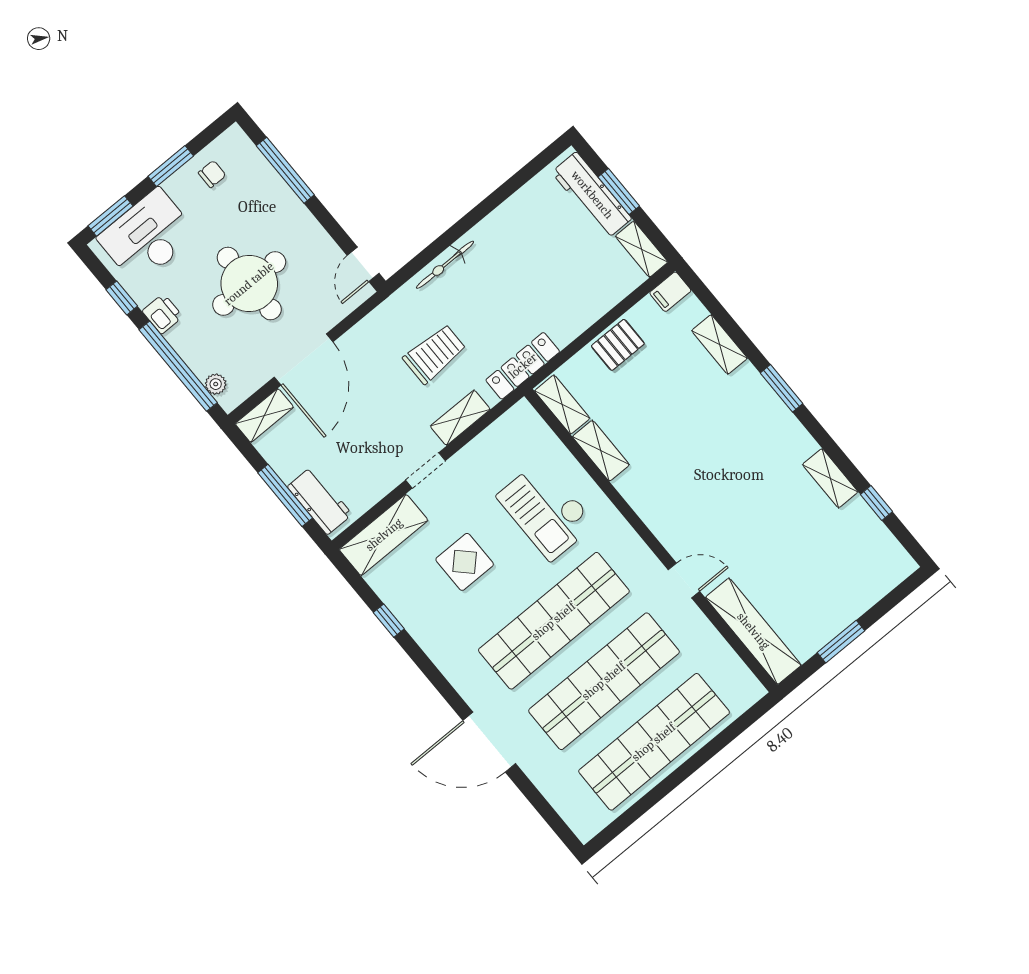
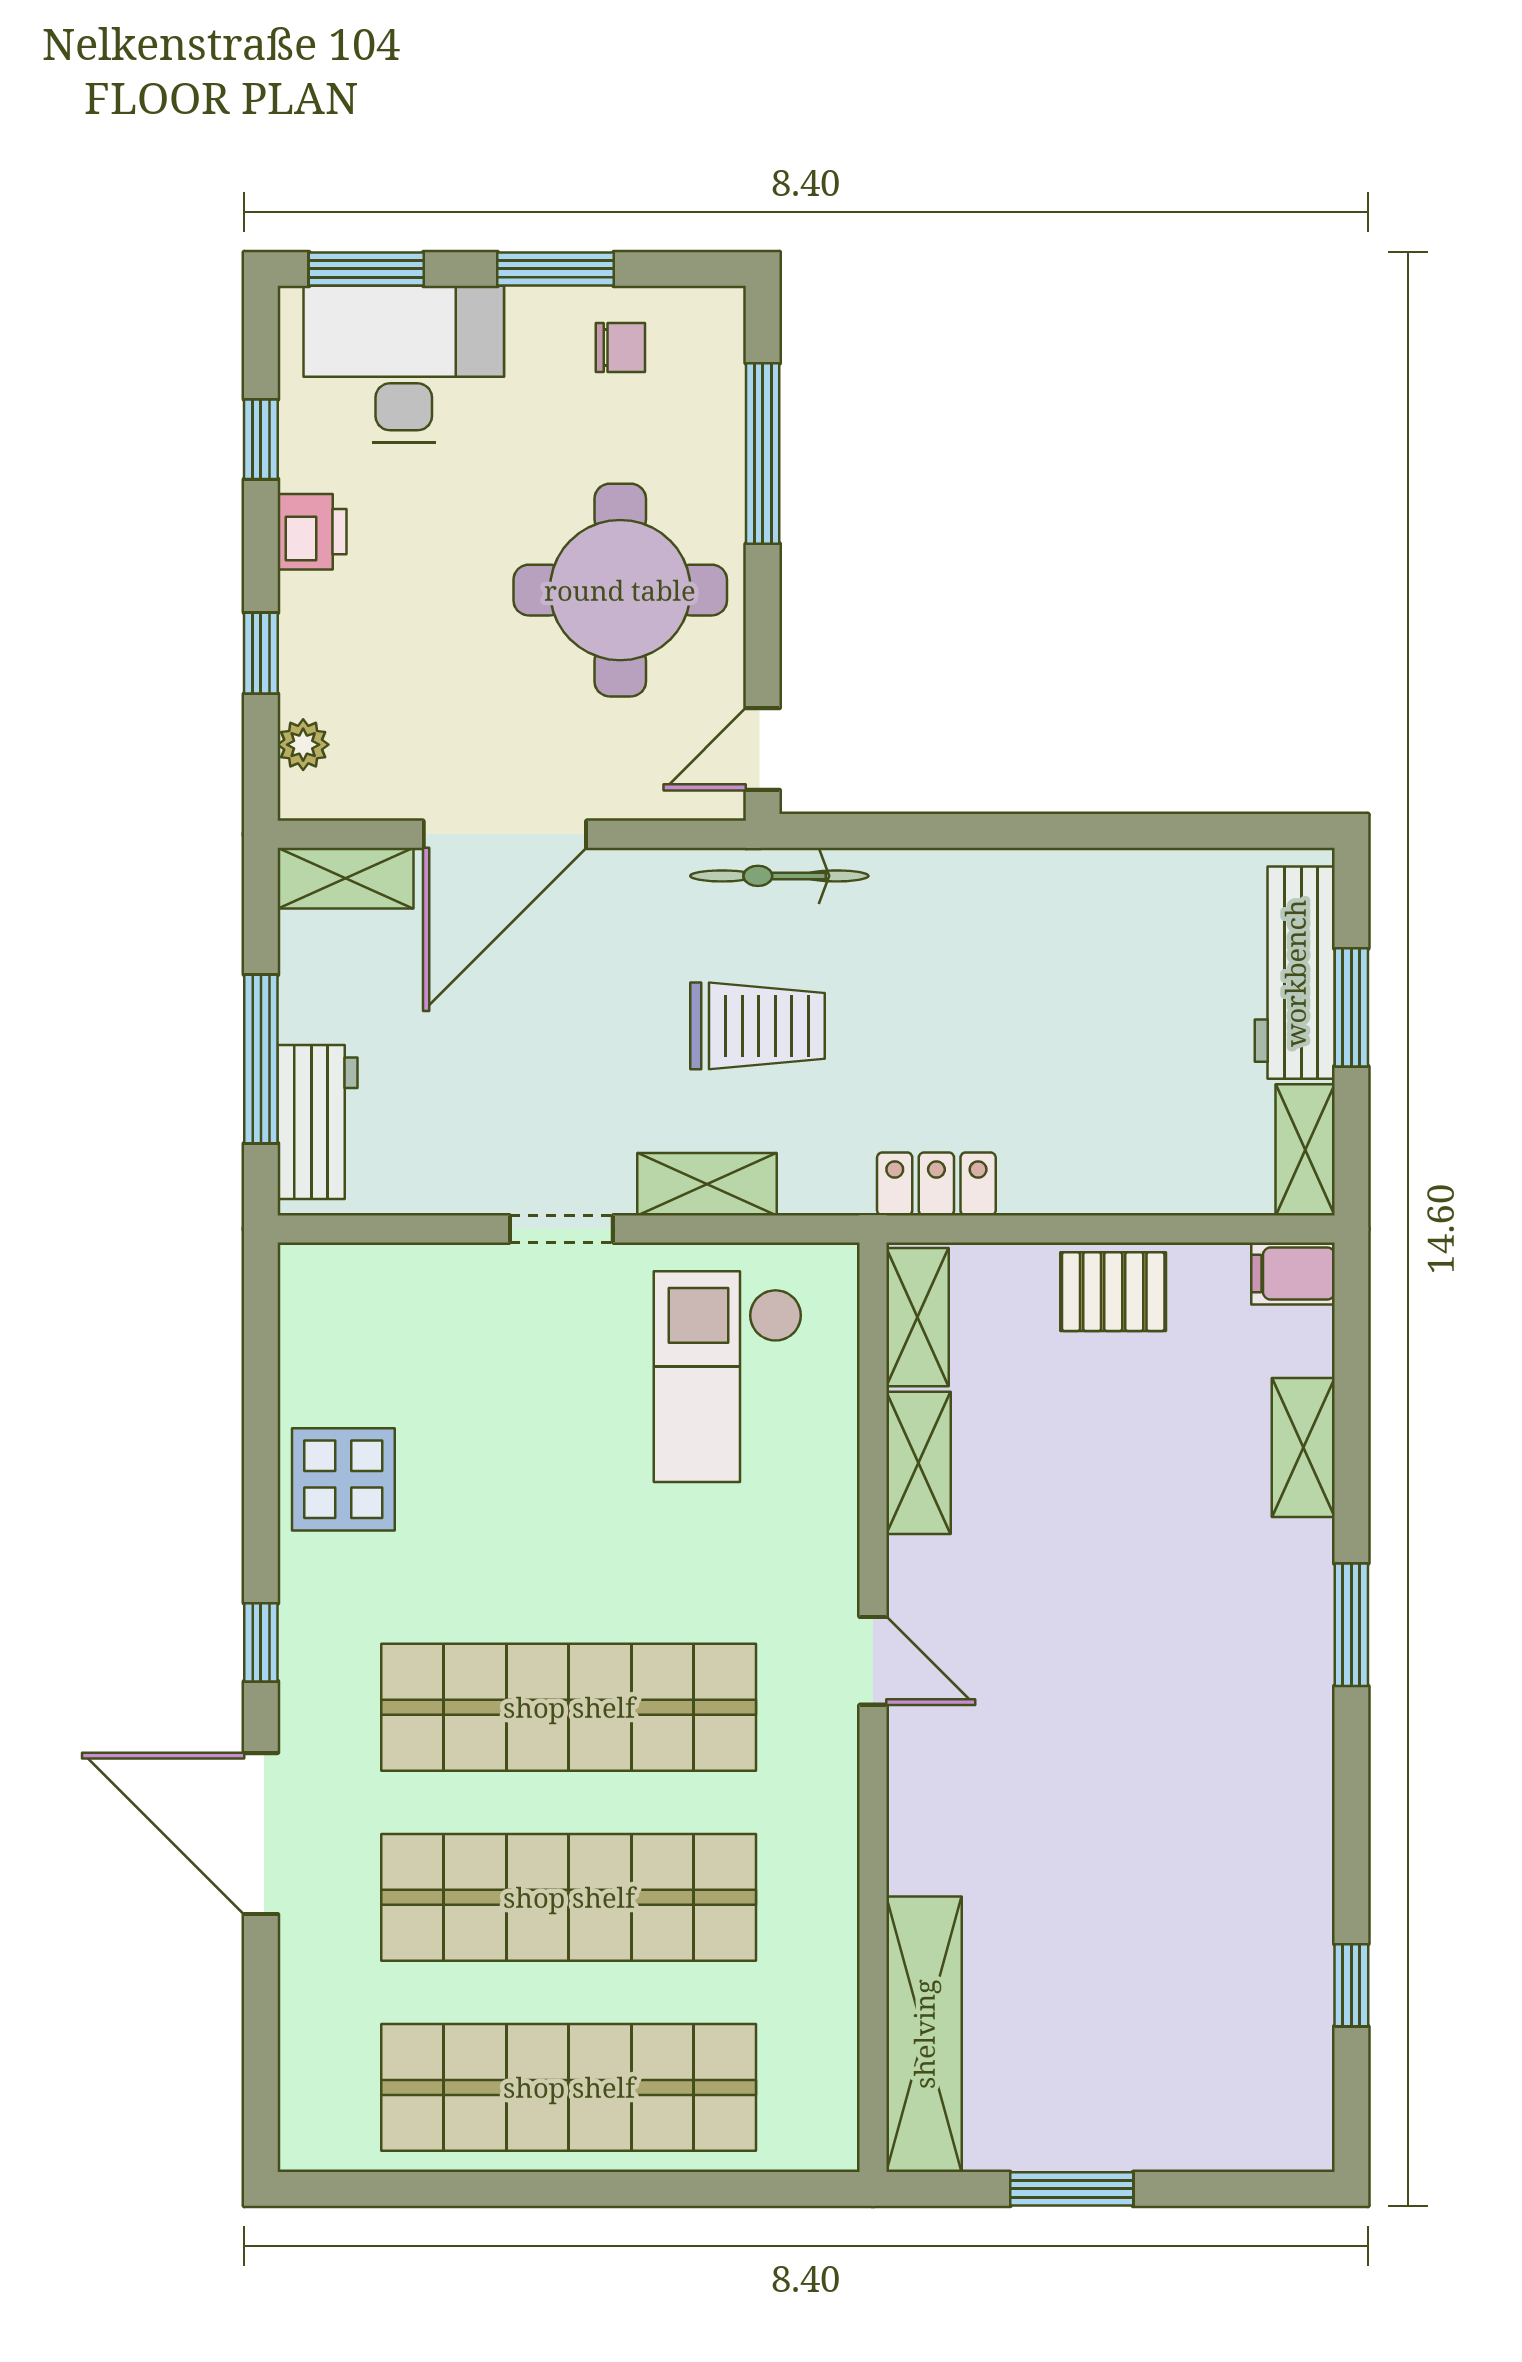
bicycle: (445, 265) -> (779, 876), moved
round table: (249, 284) -> (620, 590), moved
window: (178, 366) -> (261, 653), width x0.32
locker: (523, 366) -> (936, 1184), width x0.66
shelving: (830, 478) -> (1303, 1868), removed
checkout: (546, 510) -> (728, 1377), moved
shelving: (384, 535) -> (383, 1285), removed
display table: (465, 562) -> (343, 1479), moved
door: (684, 581) -> (873, 1661), moved
window: (389, 621) -> (261, 1642), moved

